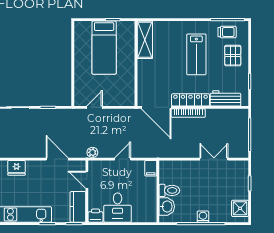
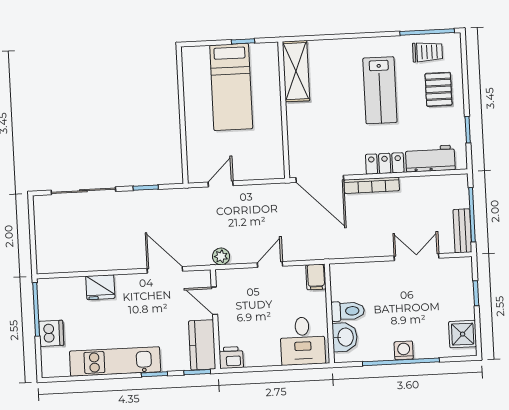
locker: (191, 100) -> (385, 163), width x0.66
bench: (243, 144) -> (462, 231), added
desk: (118, 208) -> (303, 341), moved

